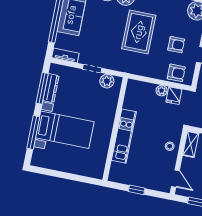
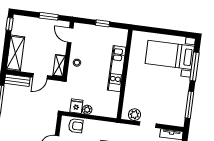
armchair: (176, 73) -> (76, 126), turned 180
dresser: (51, 88) -> (182, 105), removed
bed with nightstands: (65, 130) -> (170, 55), moved

